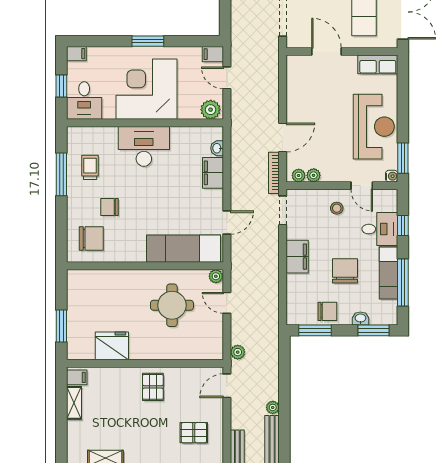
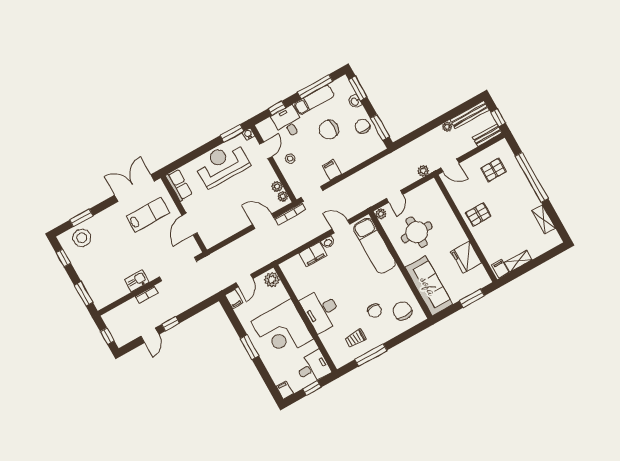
washbasin: (217, 148) -> (328, 242), moved
filing cabinet: (297, 257) -> (332, 170), width x0.50
sofa: (103, 285) -> (429, 286), added
pallet: (194, 433) -> (493, 170), turned 90

